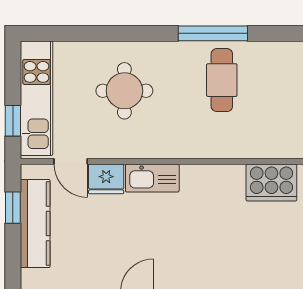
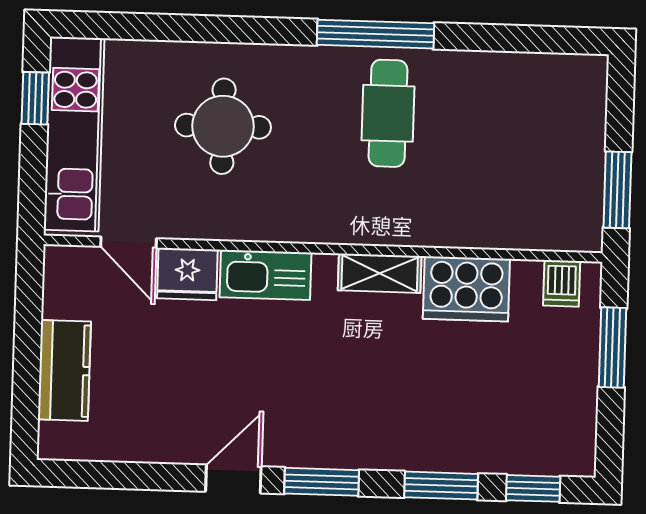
window: (13, 121) -> (35, 98), moved
shelving: (220, 175) -> (380, 273), added
window: (13, 208) -> (28, 318), removed
kitchen counter: (35, 224) -> (64, 370), width x0.67

